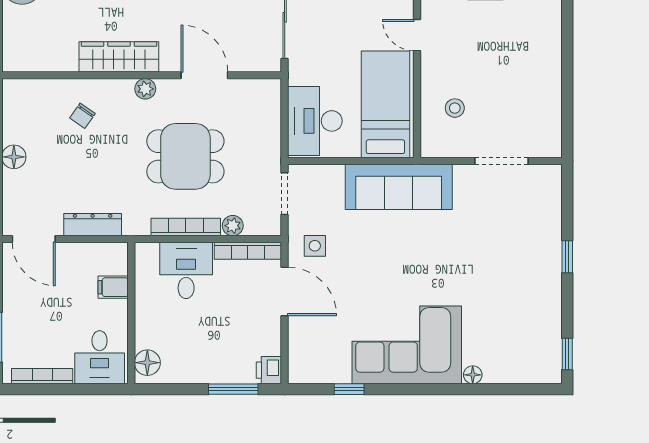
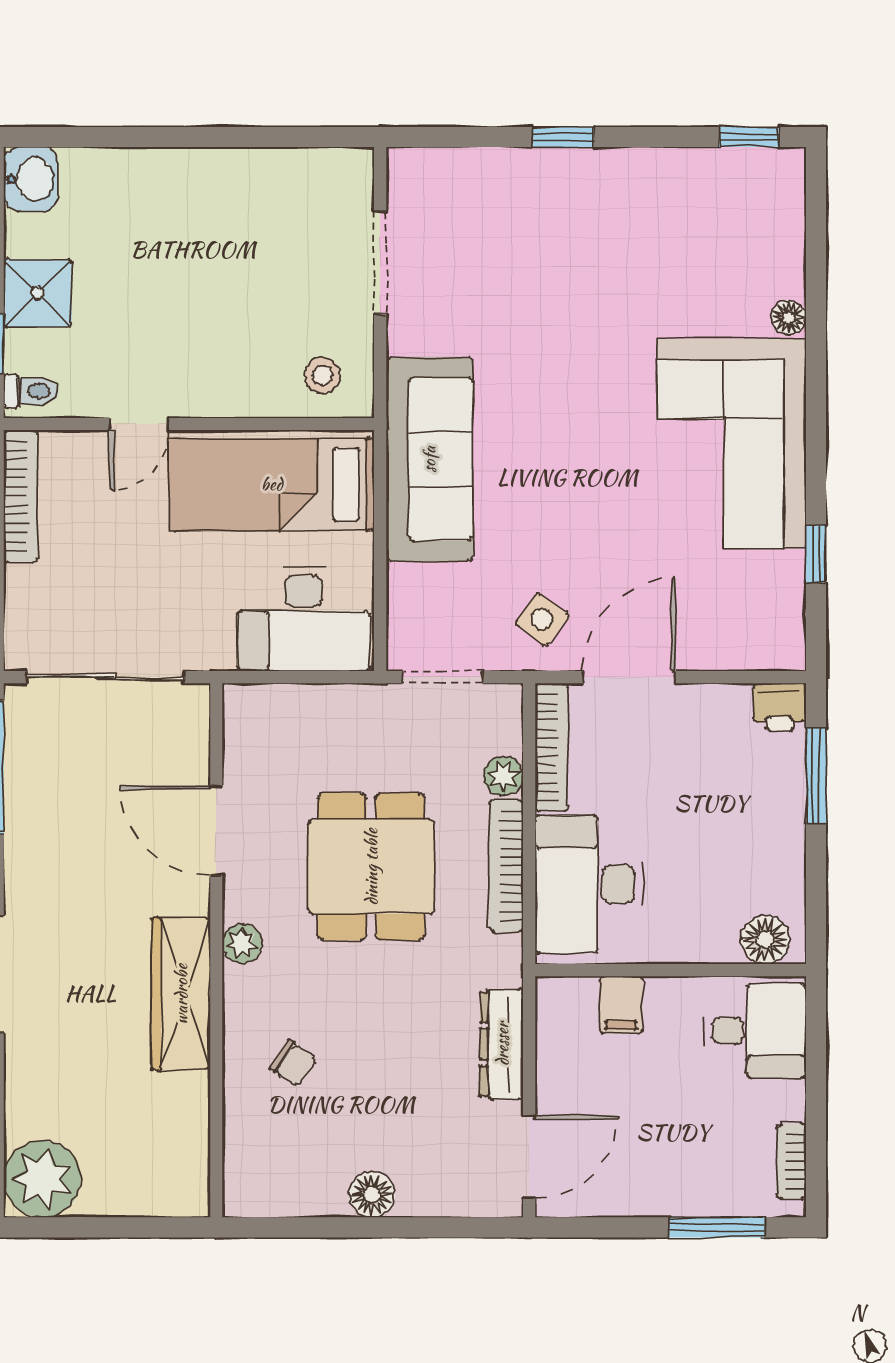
door: (204, 75) -> (216, 830), hinge flipped
stool: (455, 108) -> (322, 375), moved
side table: (315, 246) -> (542, 619), turned 36
desk: (186, 270) -> (589, 884), width x1.37
bookcase: (42, 376) -> (791, 1161), width x0.64

